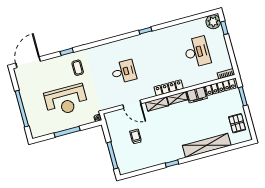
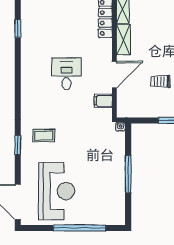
reception desk: (66, 100) -> (57, 191), moved
filing cabinet: (112, 102) -> (103, 101), added

